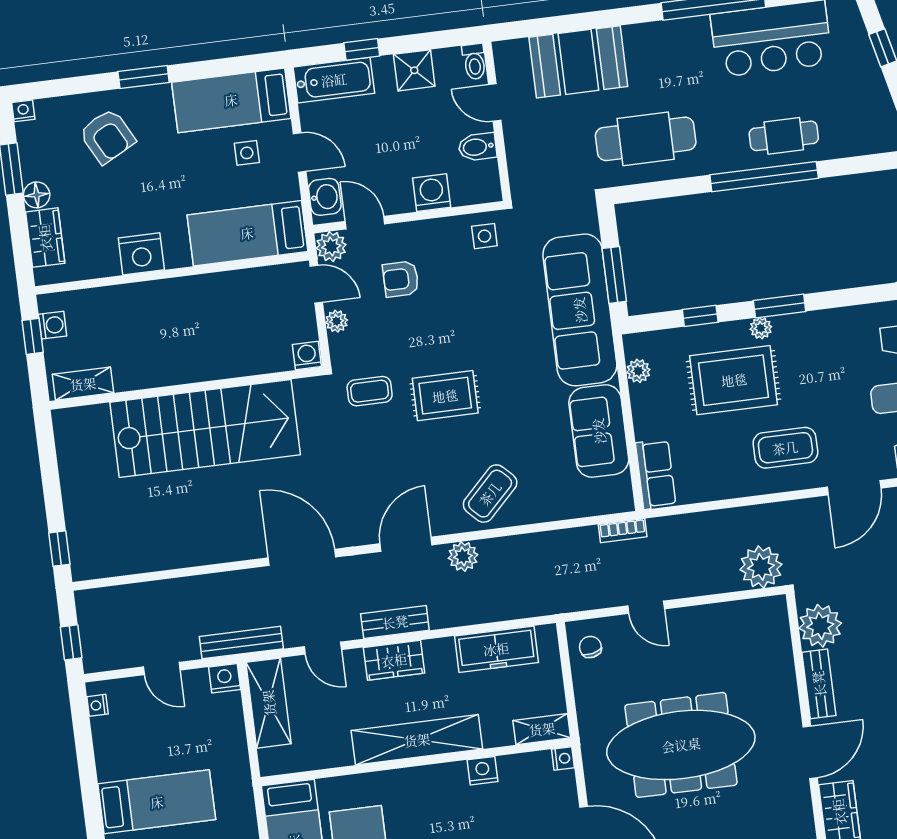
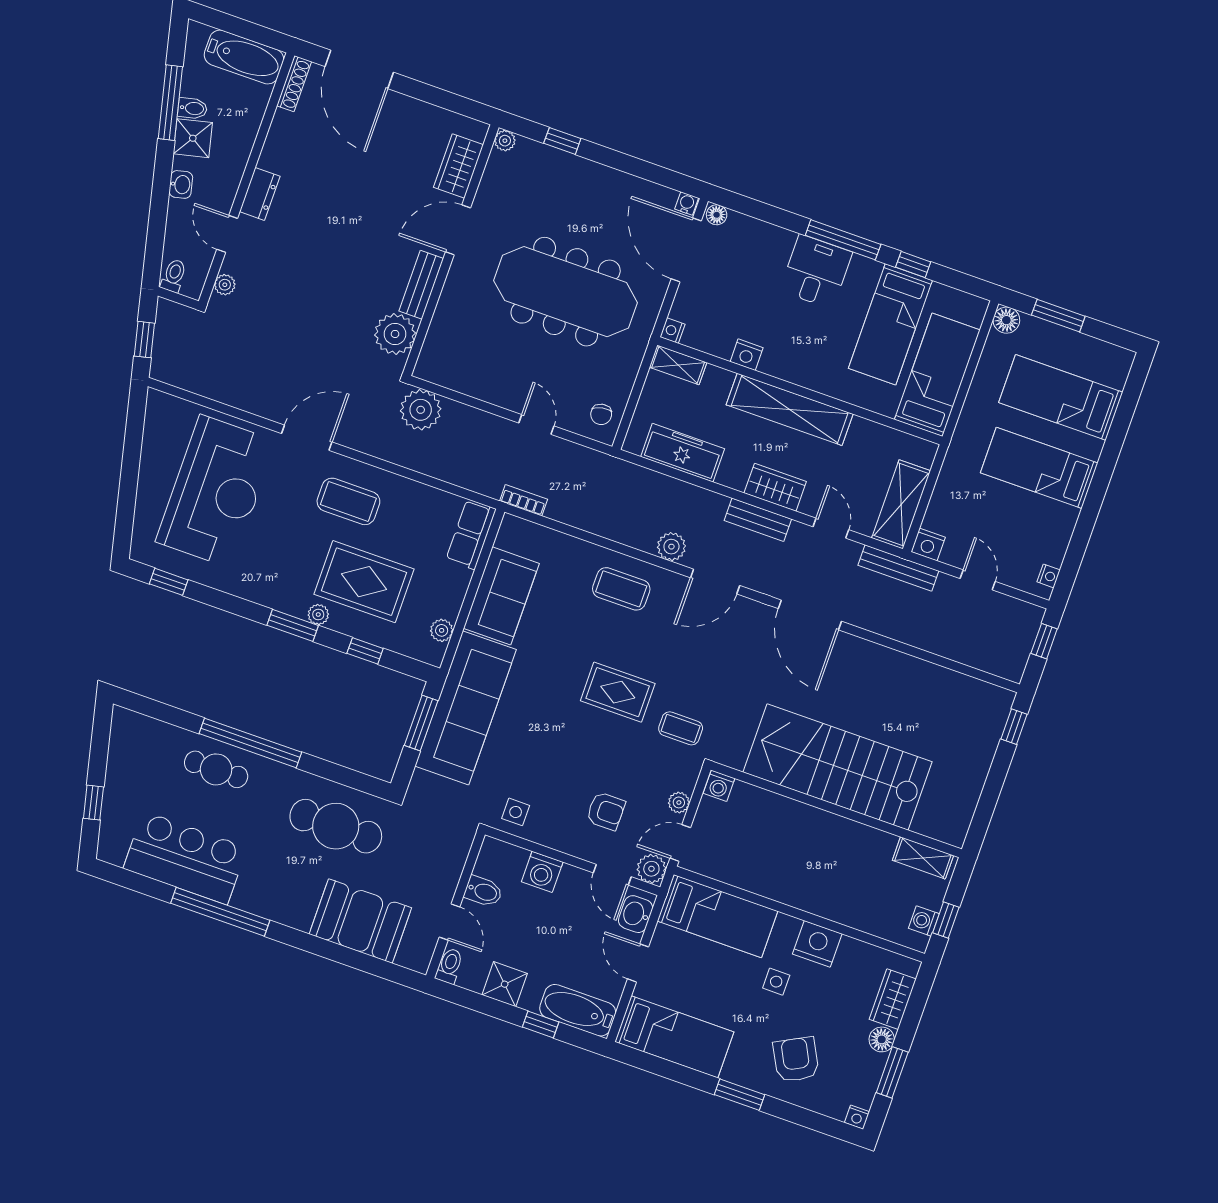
side table: (247, 153) -> (776, 982), moved
door: (316, 284) -> (680, 843), hinge flipped
coffee table: (490, 494) -> (621, 589), turned 45

